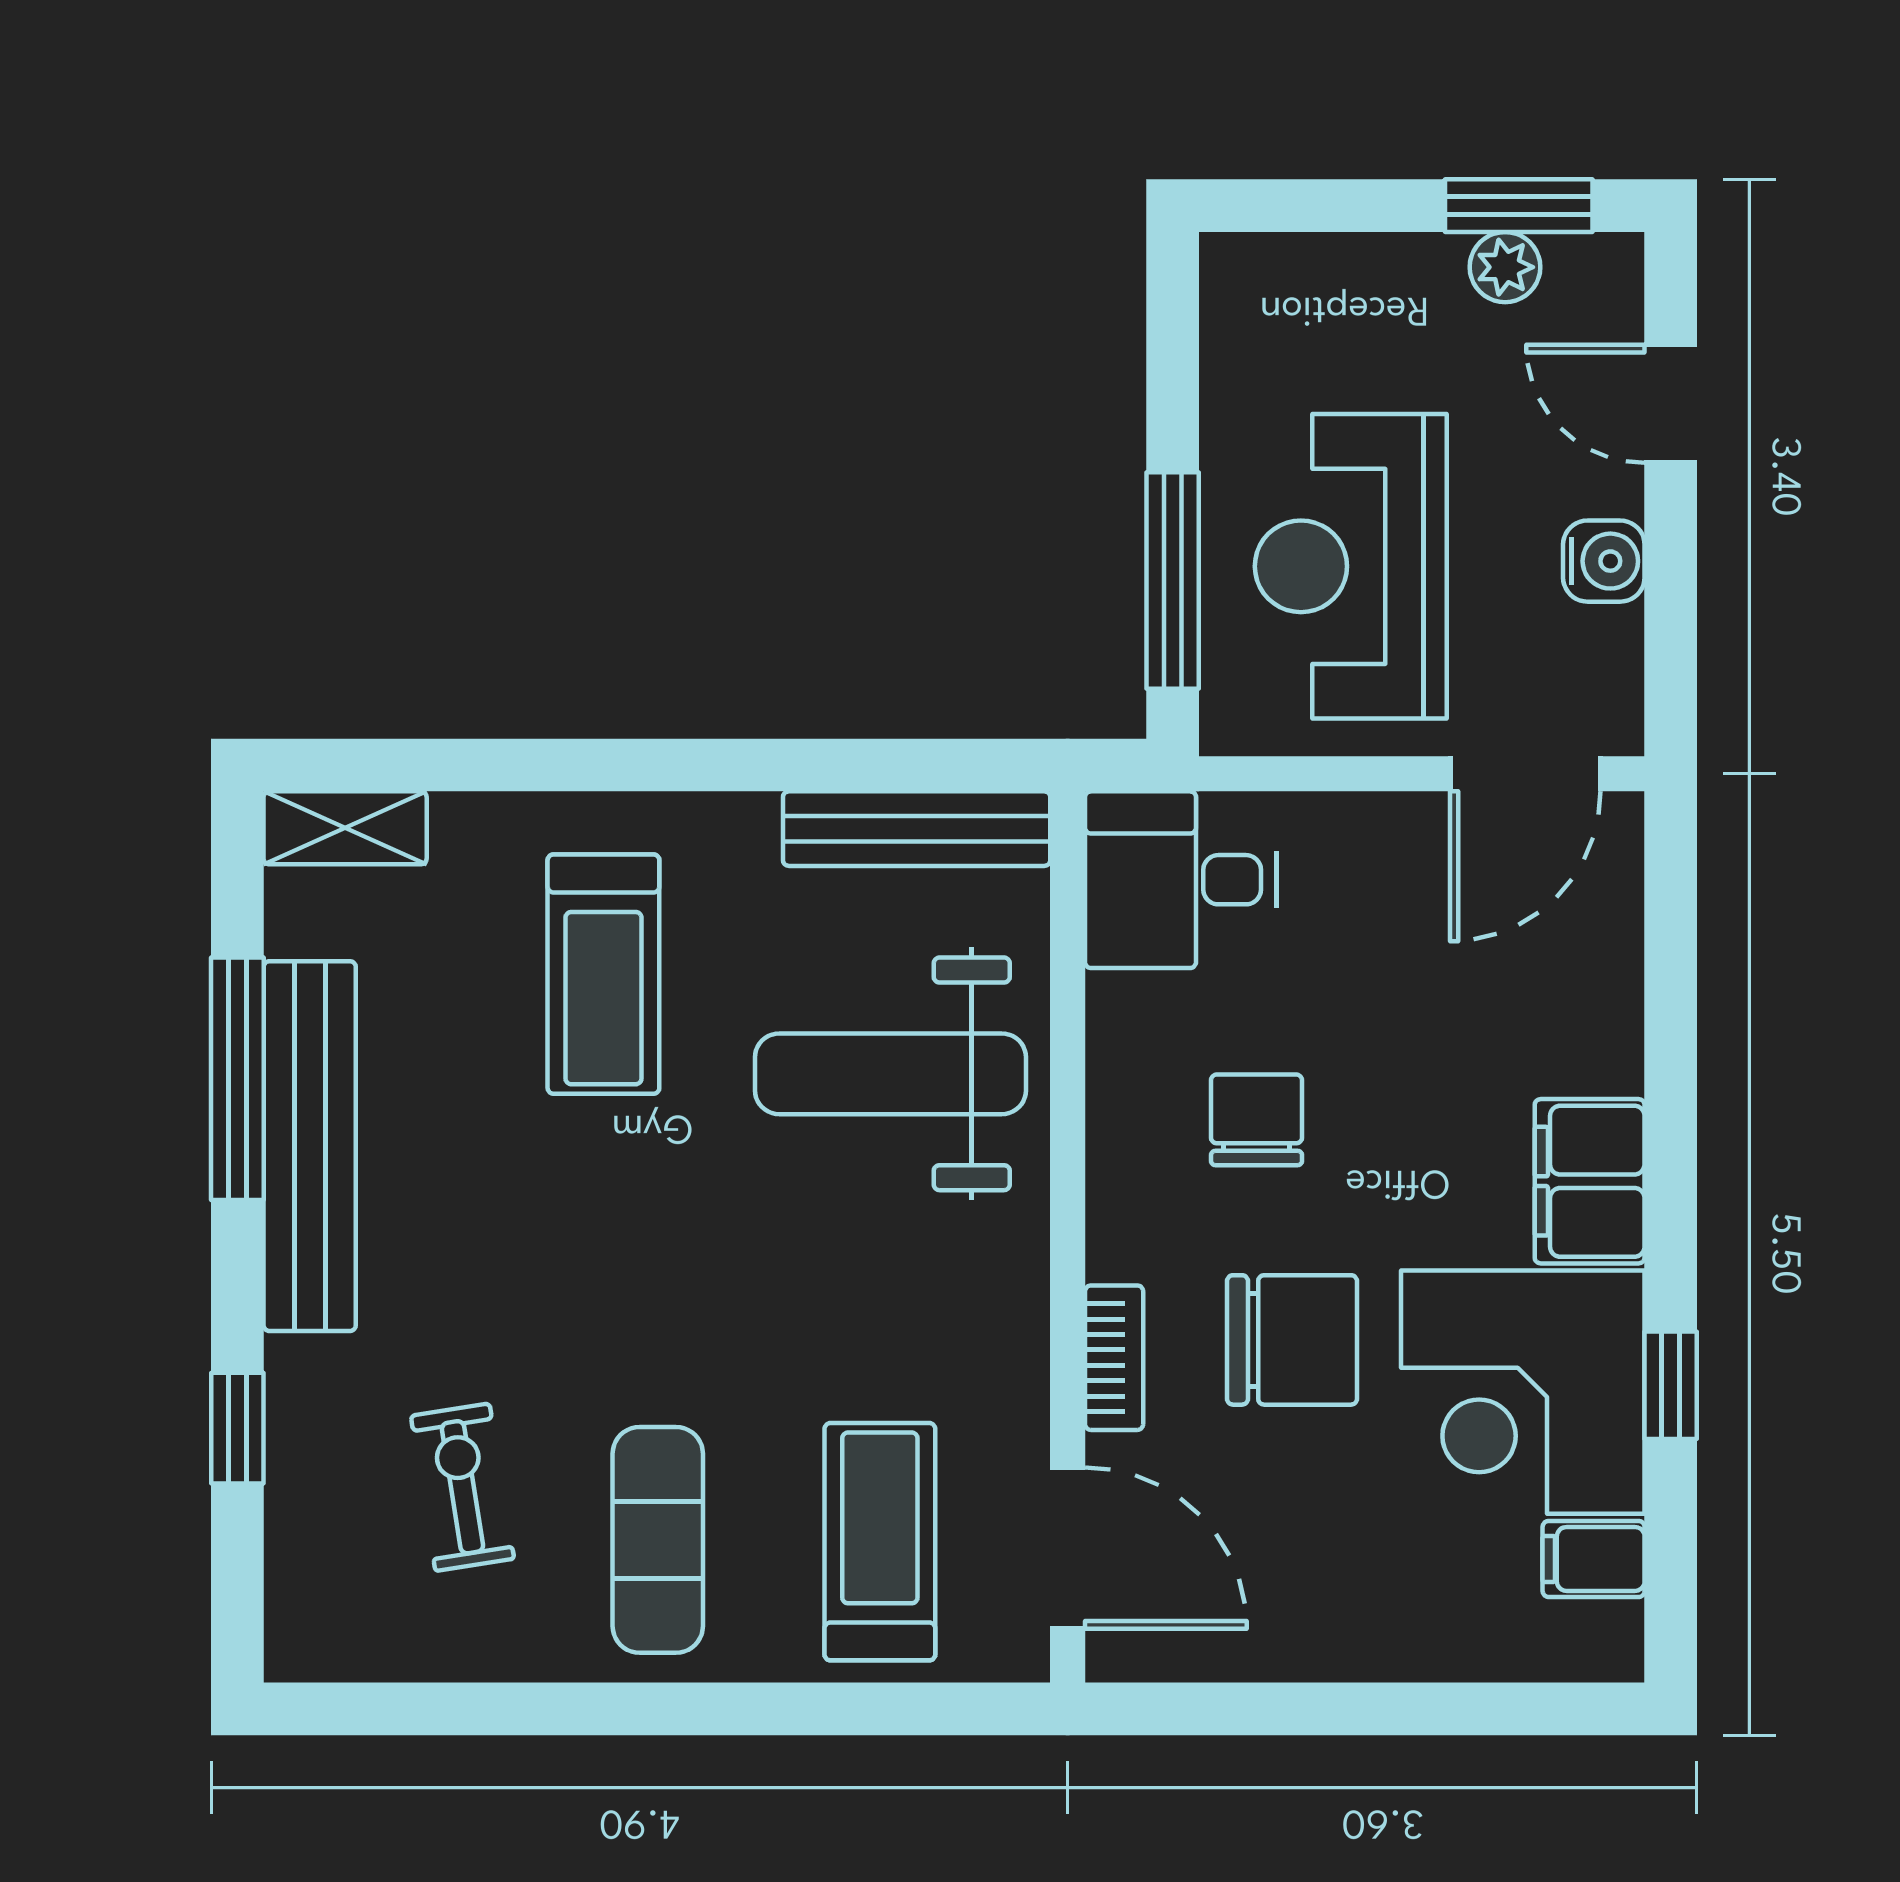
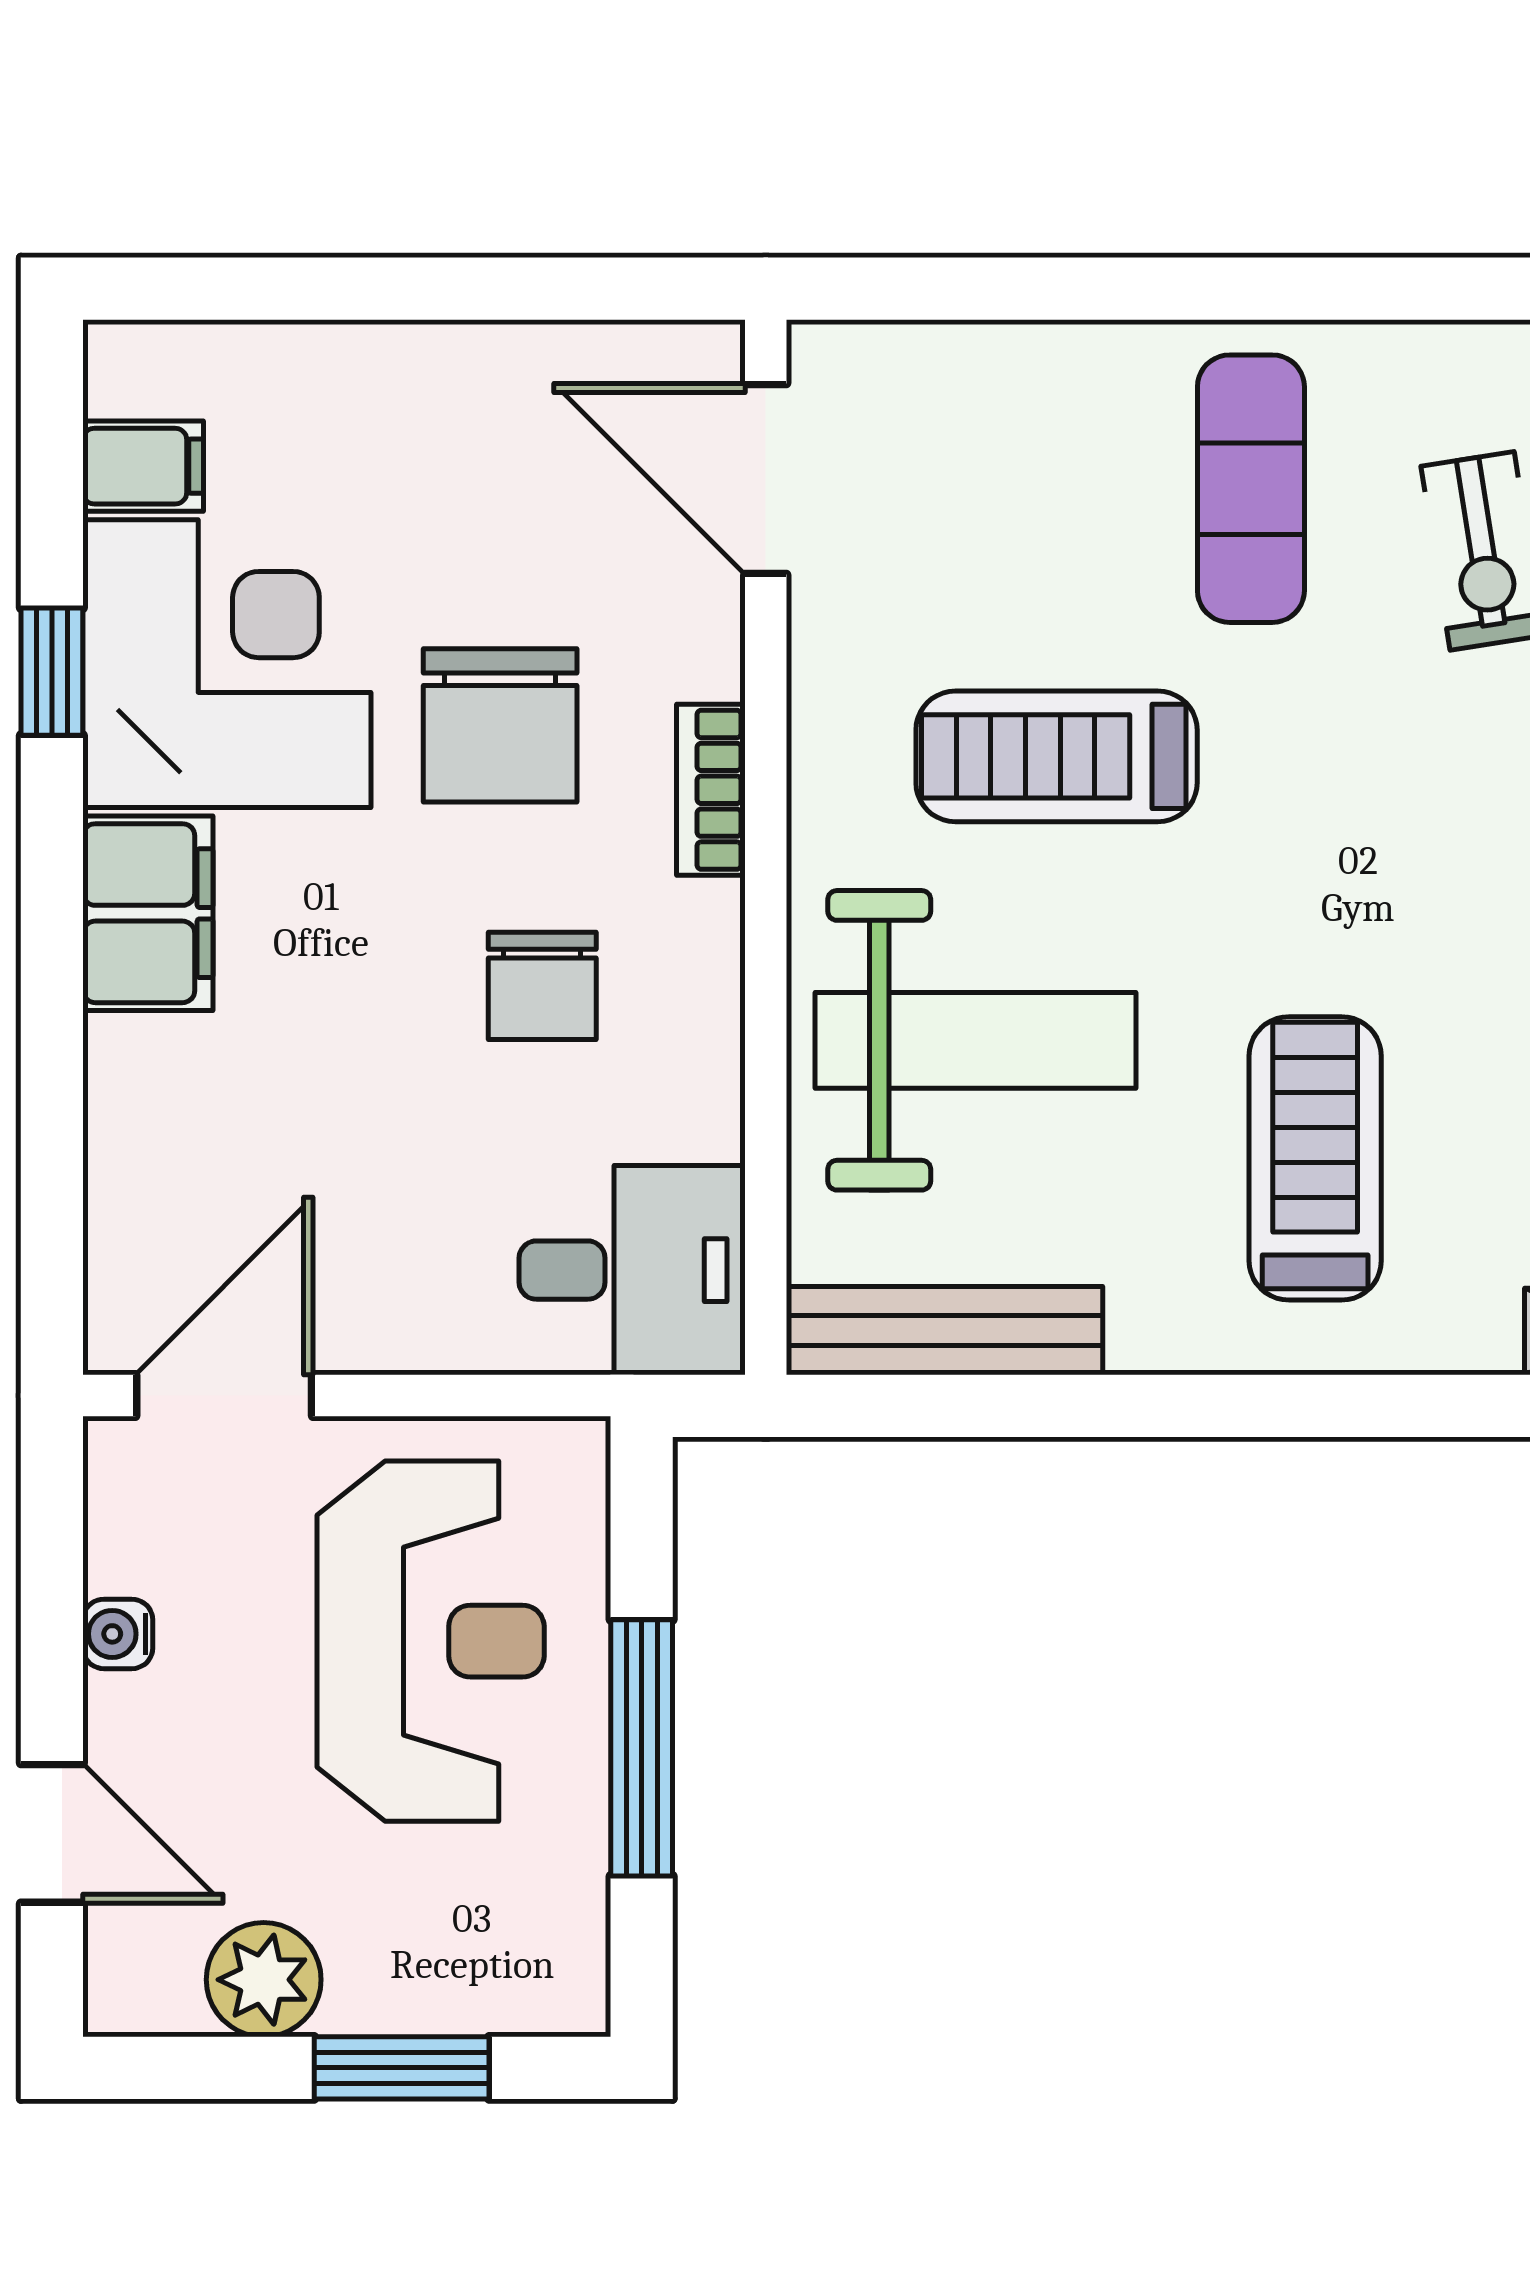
window: (1519, 206) -> (402, 2068), moved
plant: (1505, 267) -> (264, 1980), width x1.38, depth x1.38
water cooler: (1604, 561) -> (118, 1634), width x0.72, depth x0.72
window: (1173, 581) -> (642, 1748), moved
chair: (1292, 1340) -> (500, 725), turned -90
bookcase: (1114, 1358) -> (711, 790), moved
treadmill: (880, 1542) -> (1057, 756), moved, turned 90

